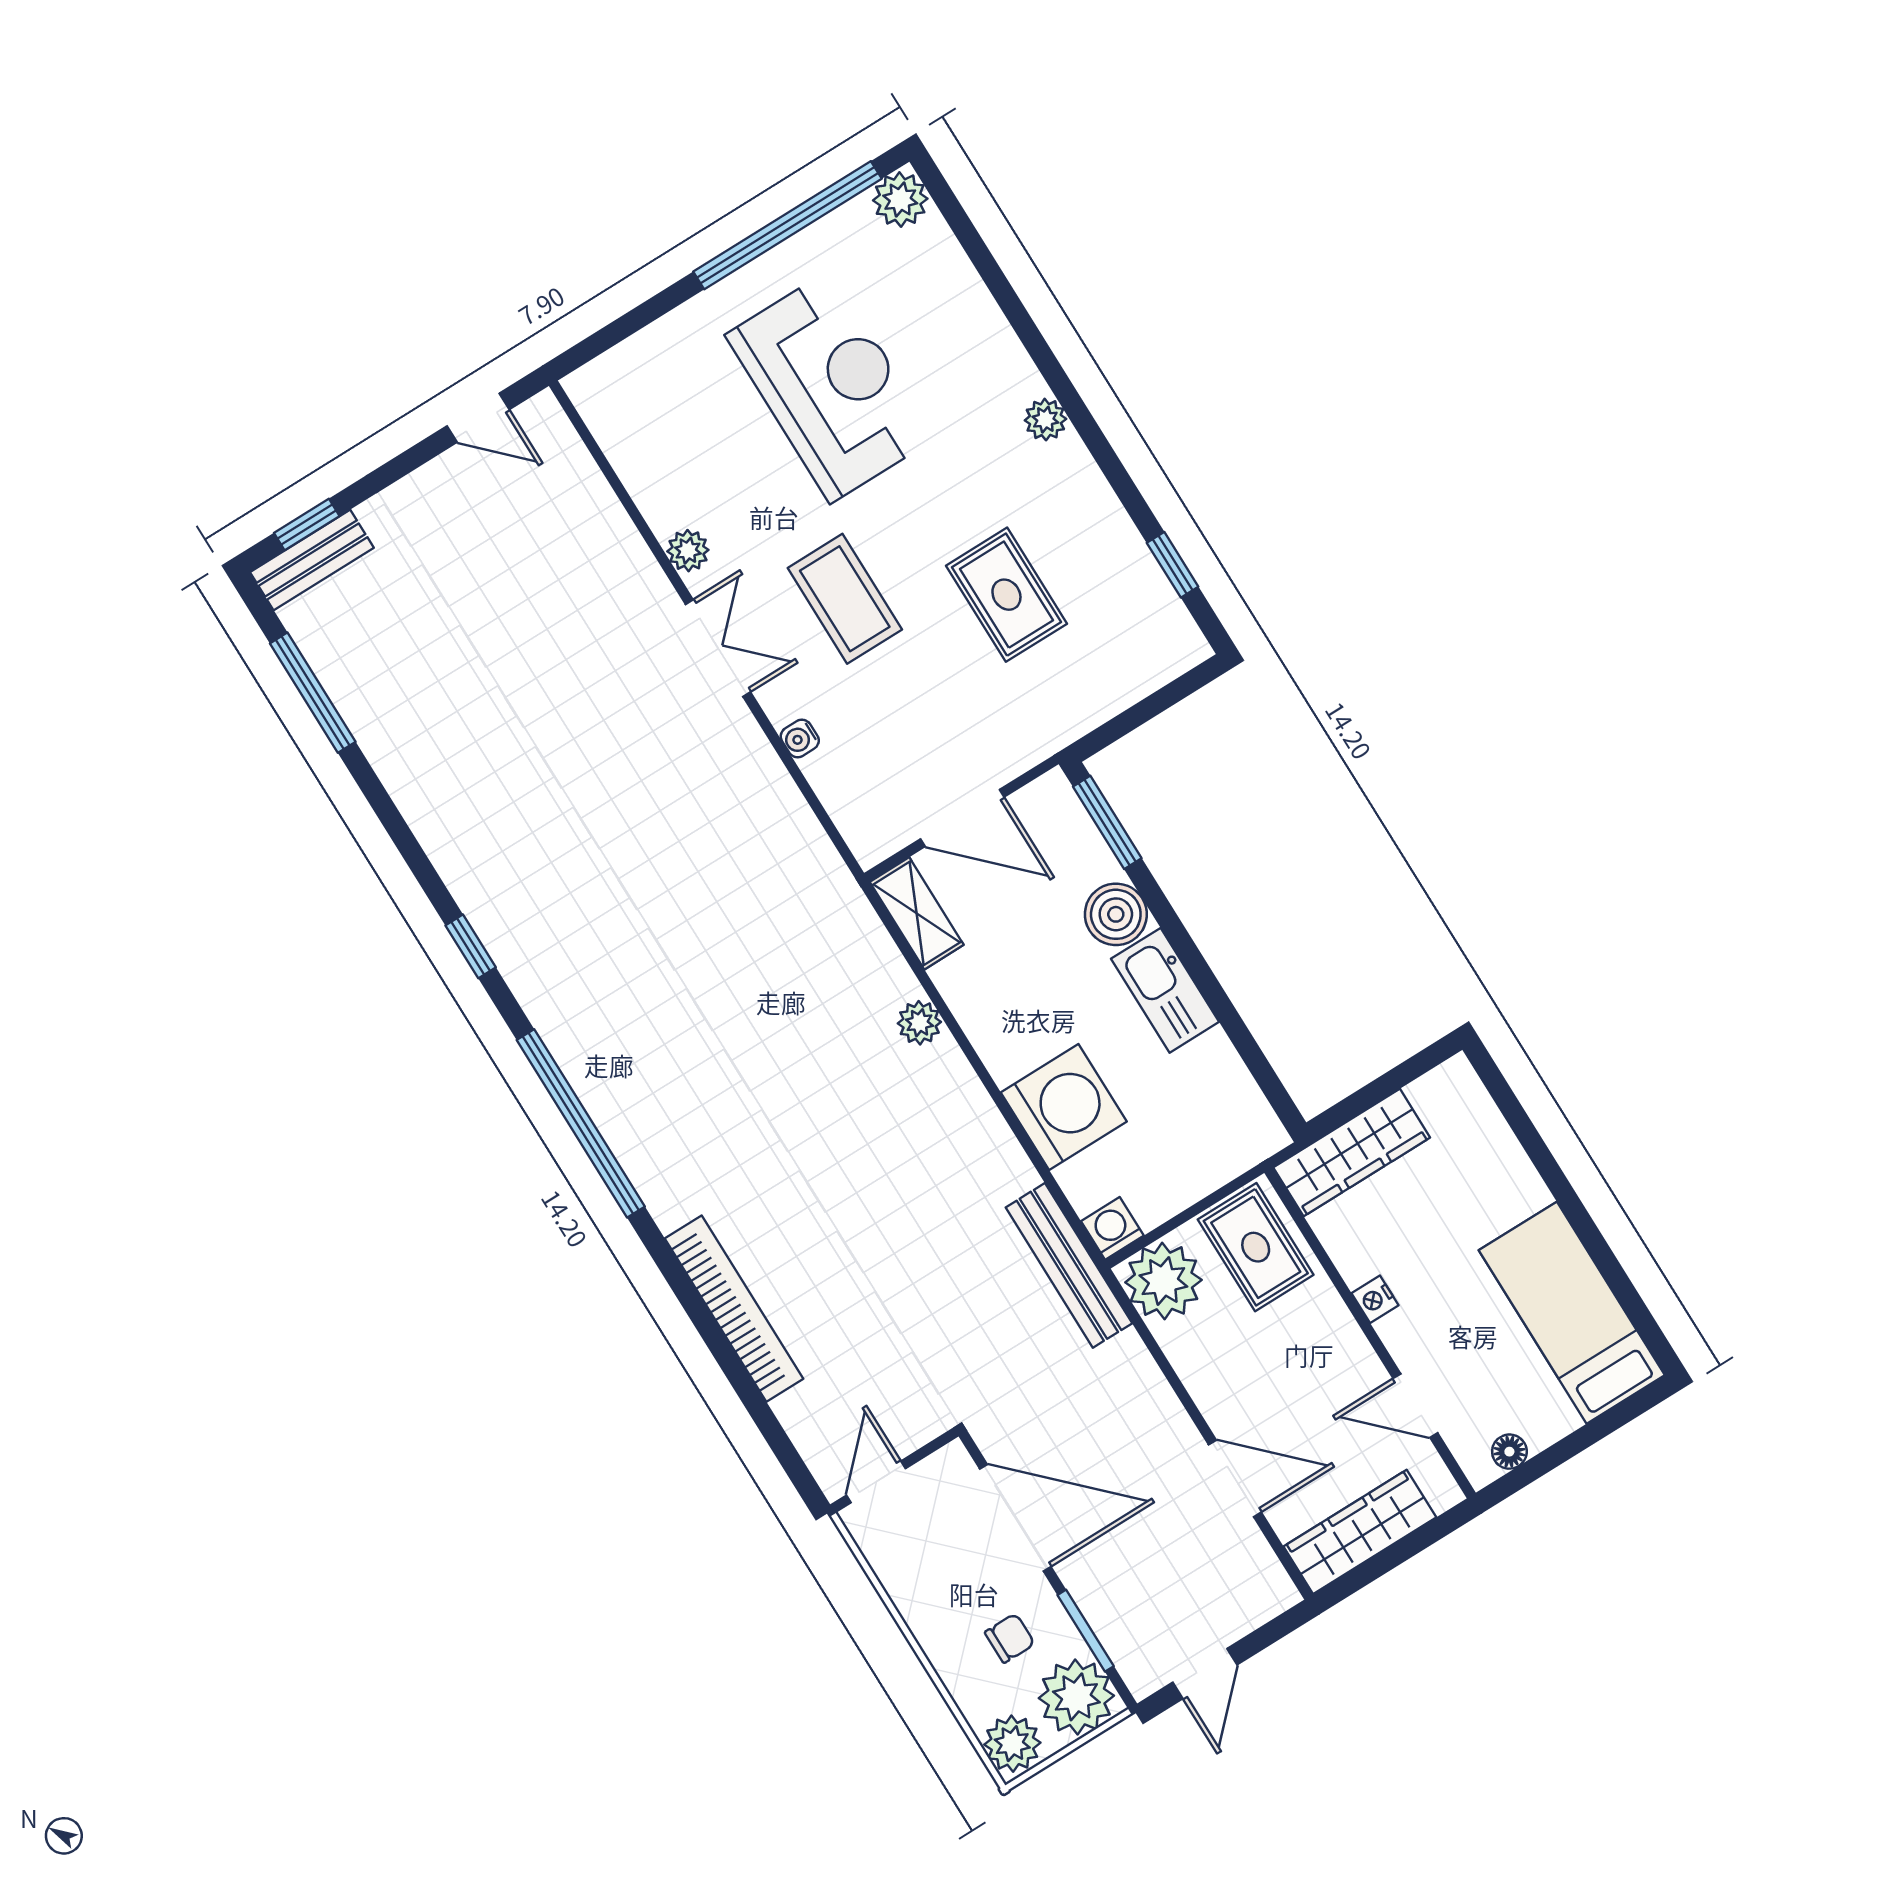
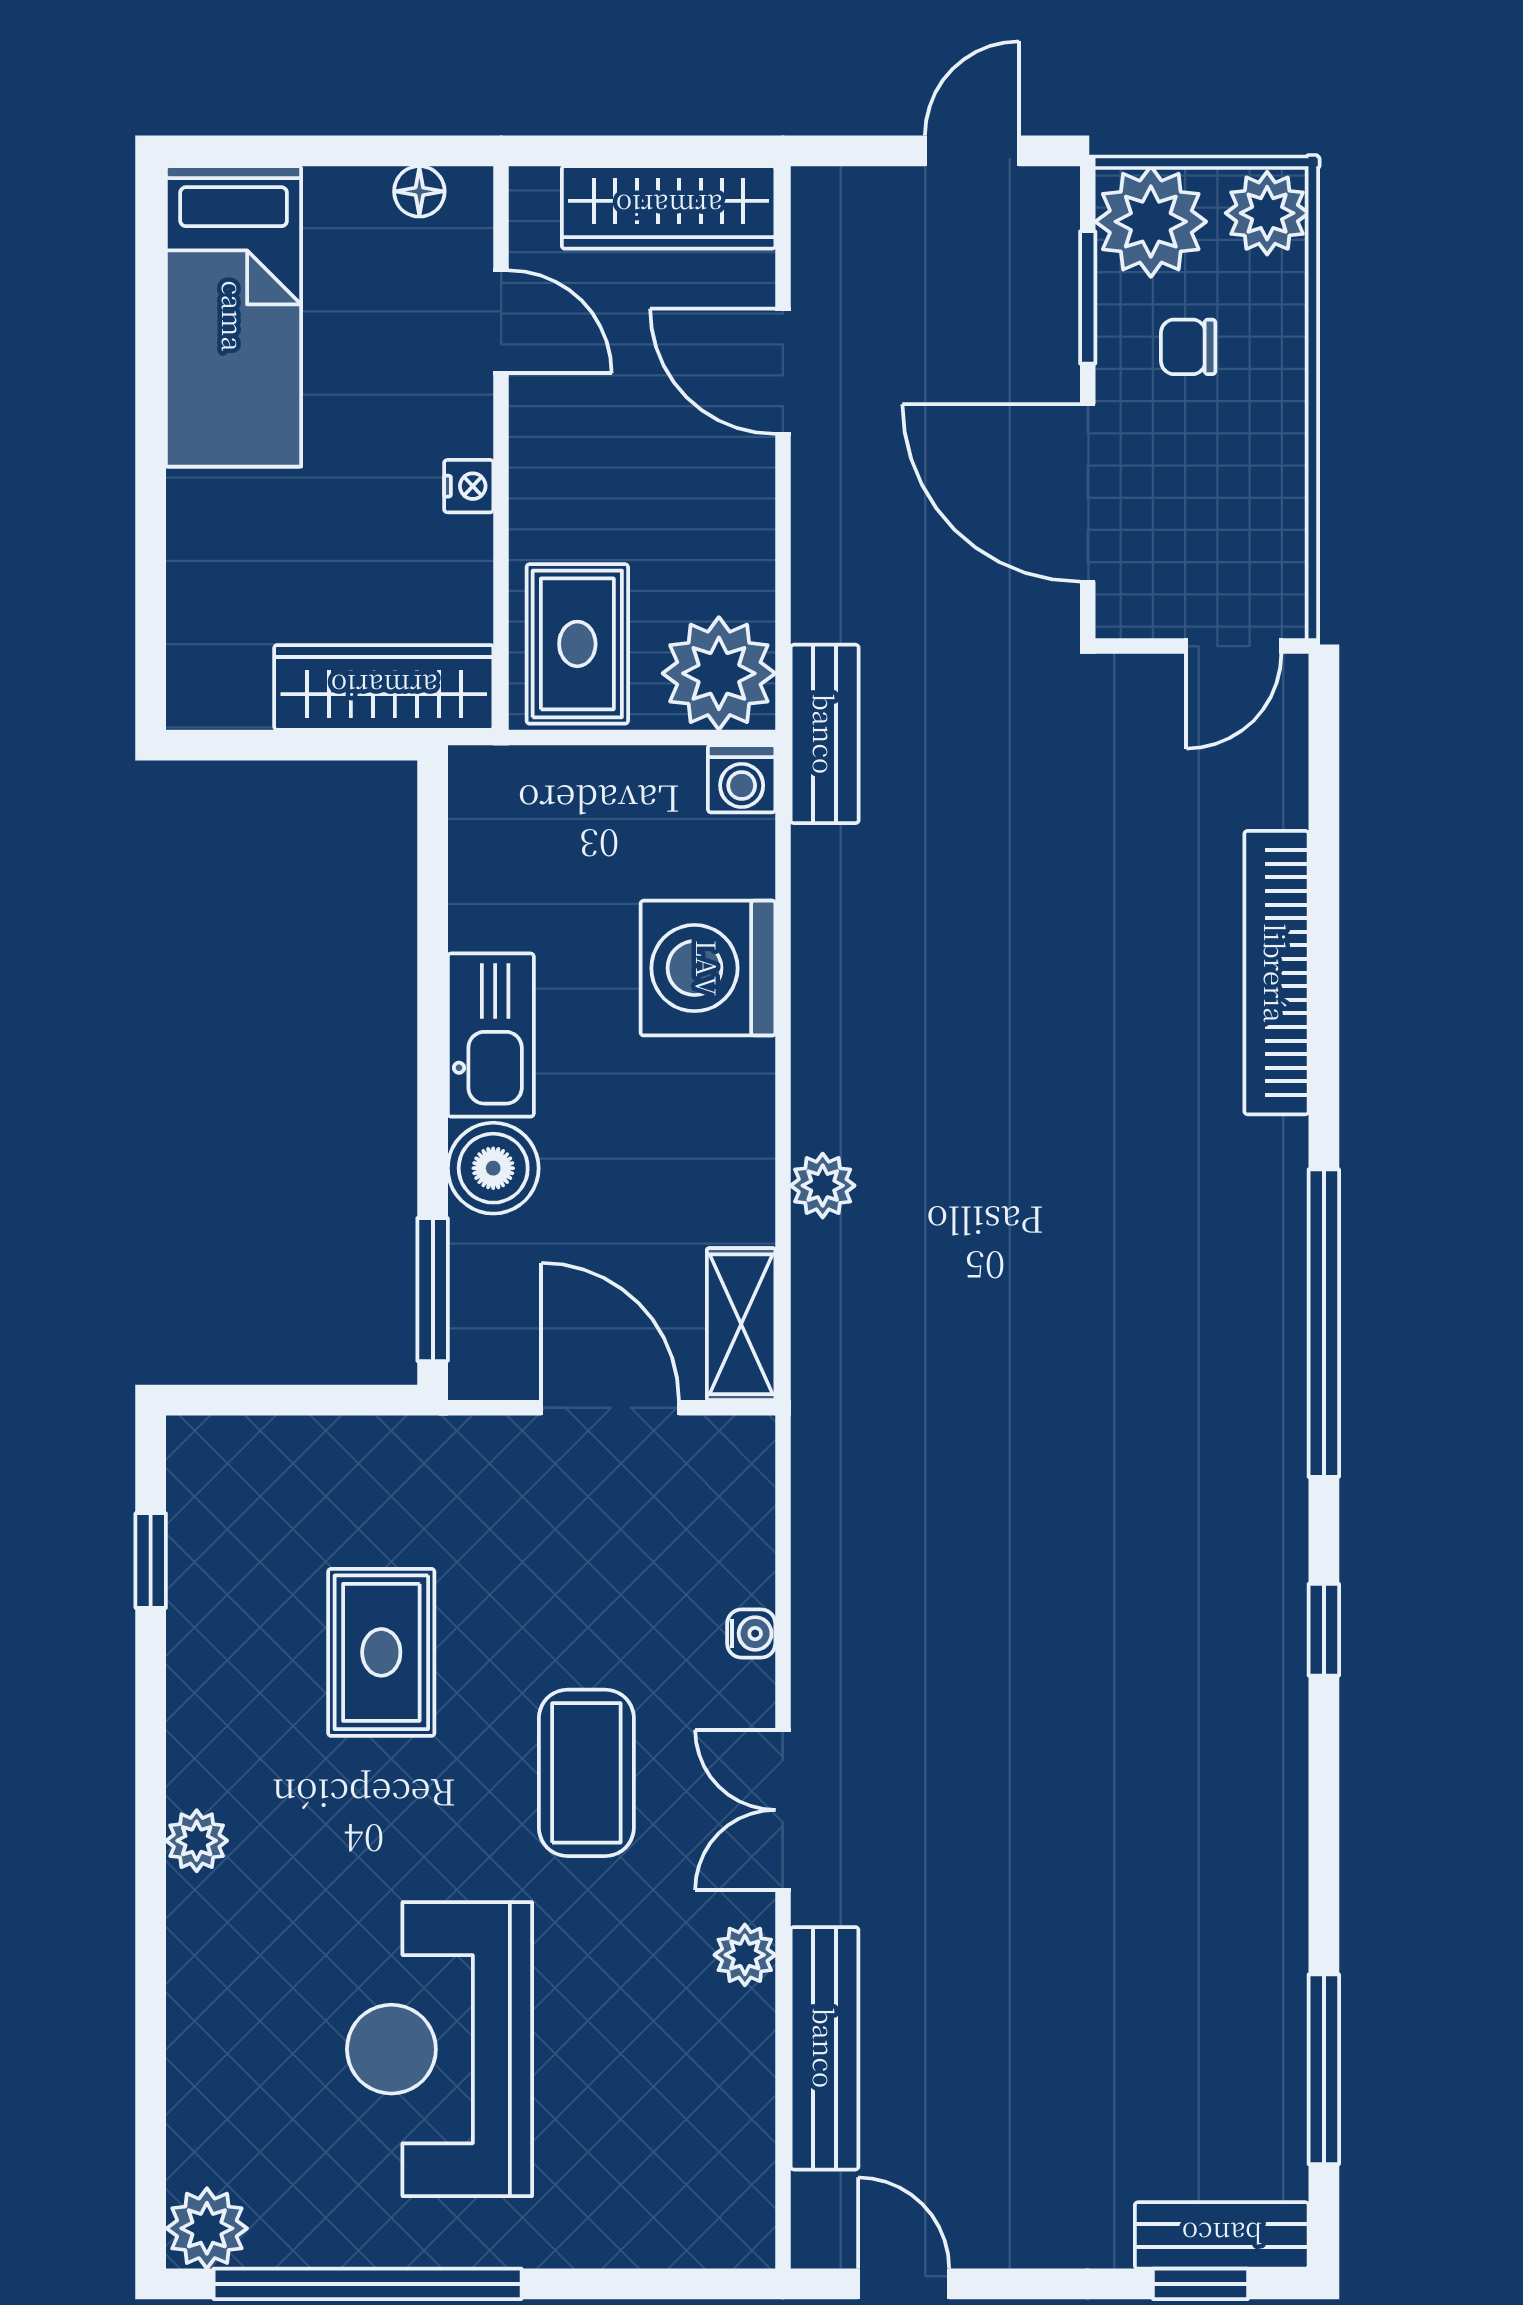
bench: (608, 525) -> (825, 2048), added
bench: (1069, 1265) -> (825, 734), width x0.73

